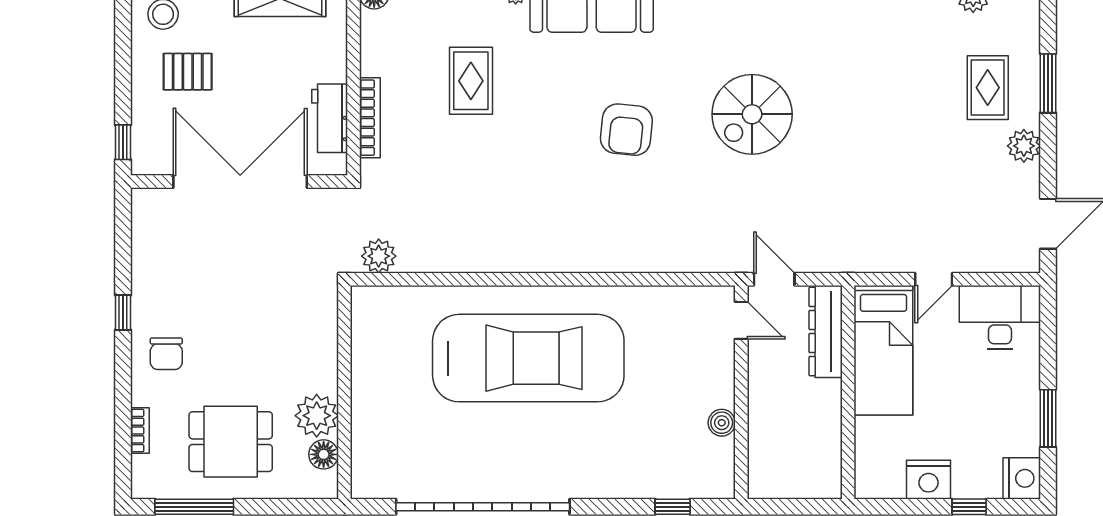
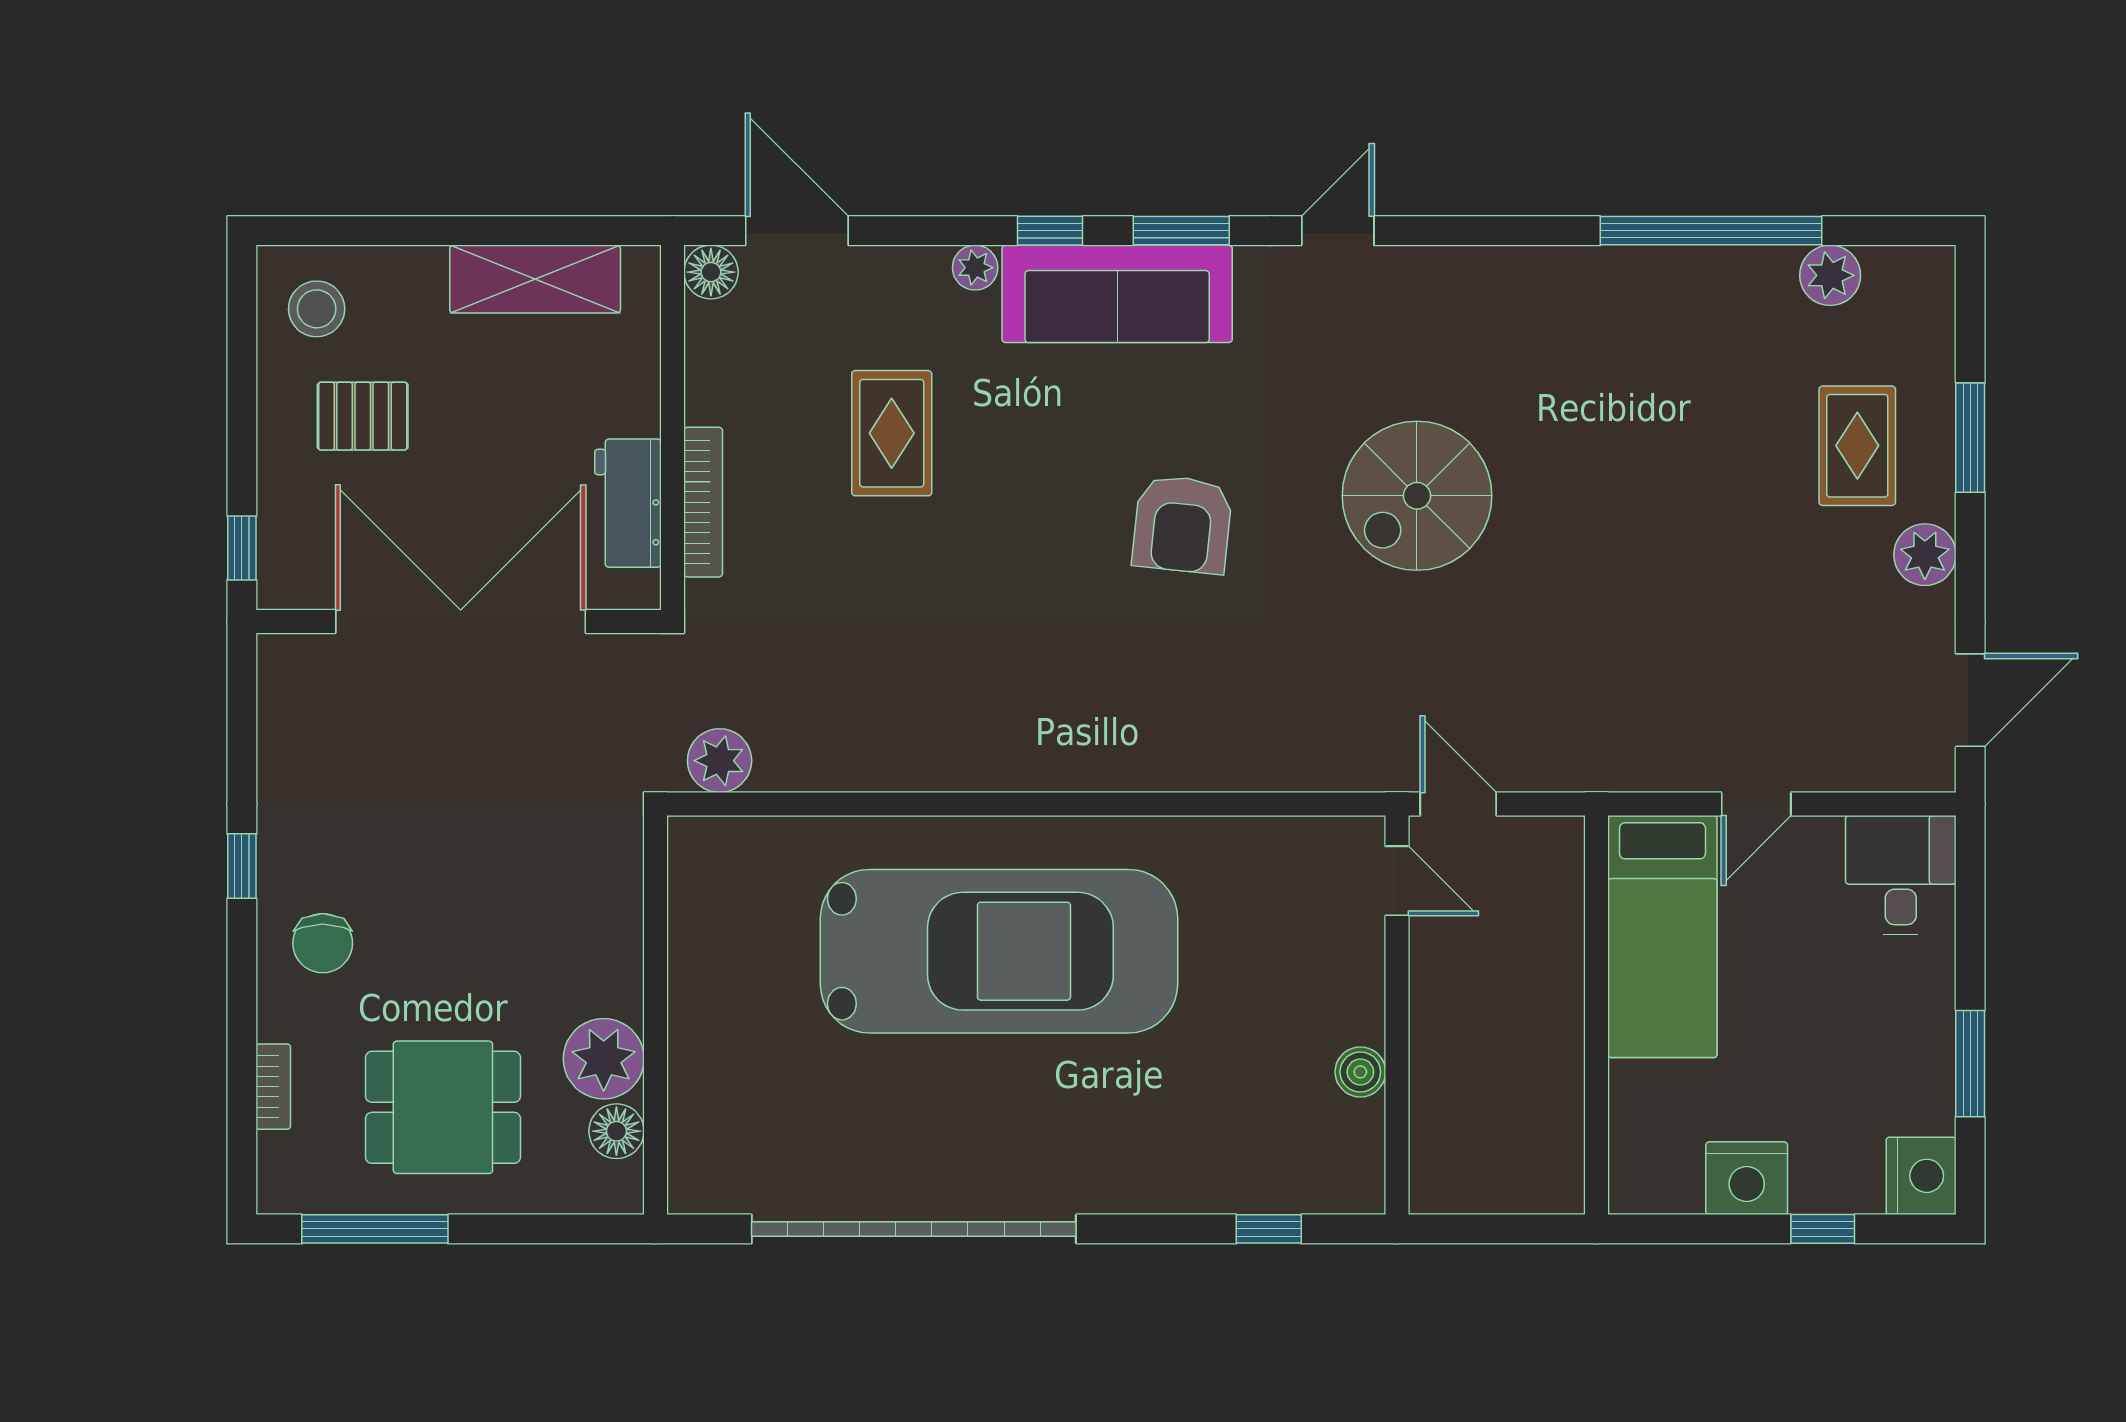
desk: (1000, 317) -> (1901, 875), width x0.73
dresser: (826, 332) -> (1554, 902), removed

